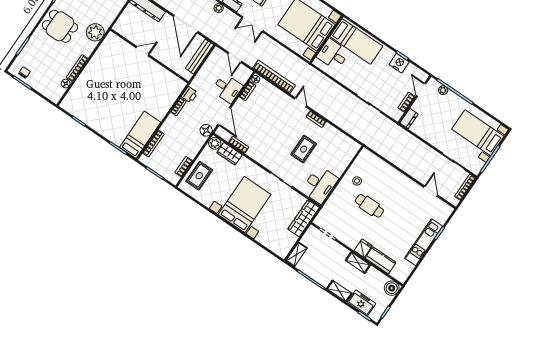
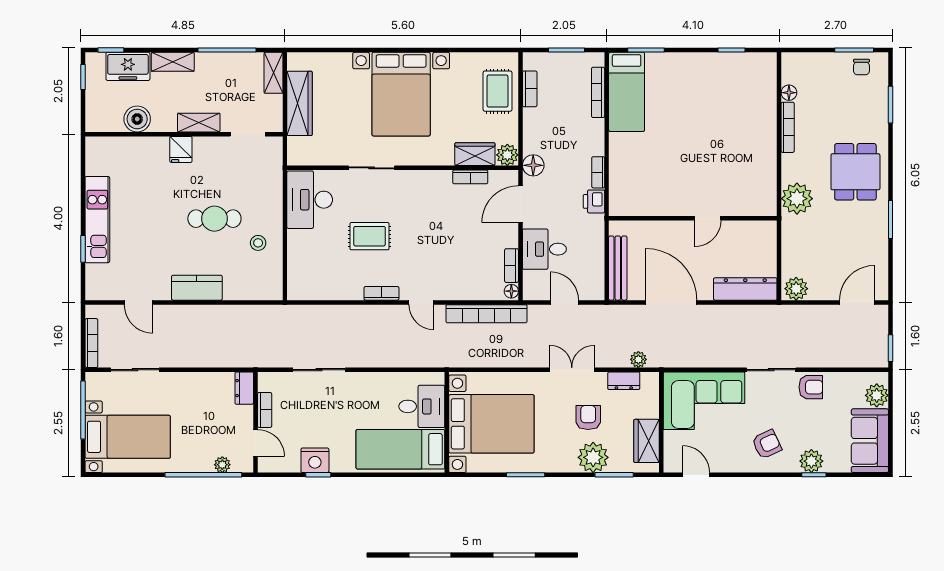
dining table: (60, 26) -> (855, 172), turned 90
door: (224, 116) -> (520, 204), hinge flipped
rug: (304, 149) -> (369, 236), turned 90
wardrobe: (304, 218) -> (300, 103), moved
kitchen counter: (380, 260) -> (197, 288), moved, turned 180
shelving: (358, 263) -> (199, 123), moved
boiler: (392, 288) -> (137, 119), moved

